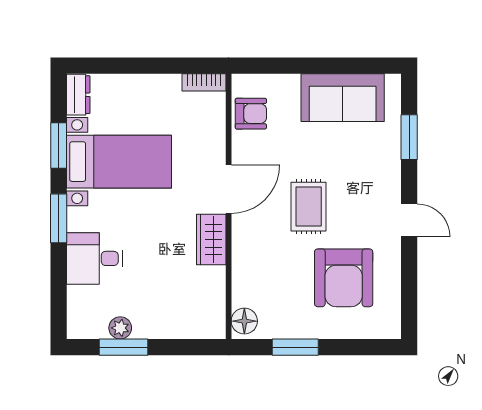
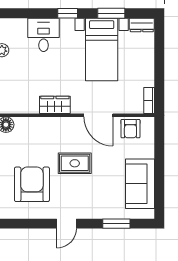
door: (229, 189) -> (98, 115), moved
window: (59, 218) -> (68, 13), width x0.67
armchair: (344, 278) -> (32, 184), turned 90

